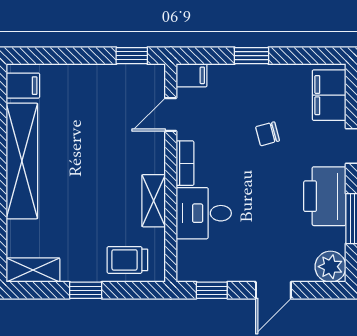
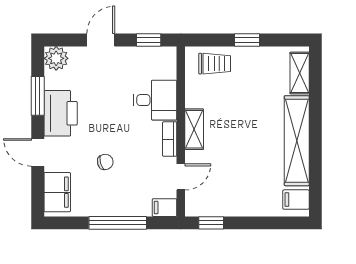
window: (252, 56) -> (118, 223), width x2.17
shelving: (154, 201) -> (194, 129), moved
shelving: (33, 270) -> (300, 73), moved, turned 90

